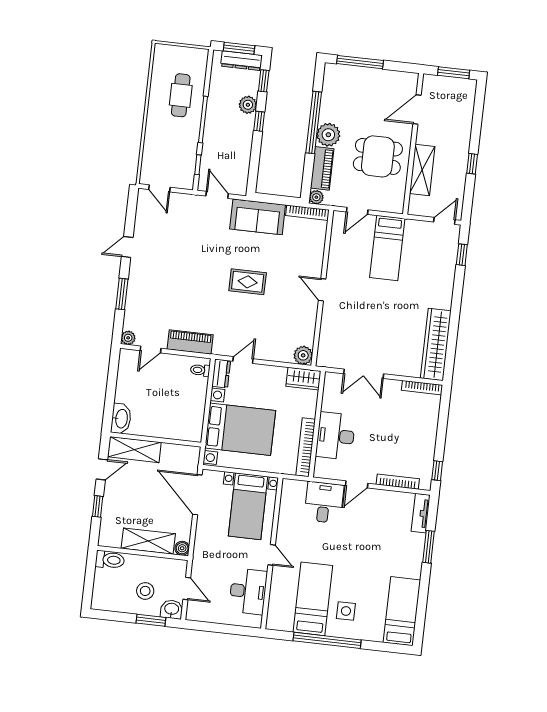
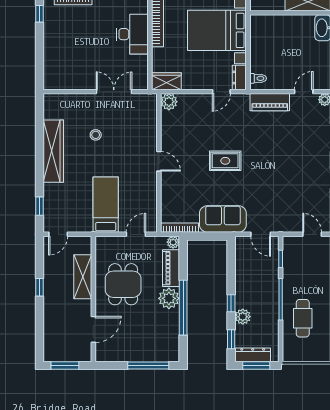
dining table: (378, 156) -> (123, 284), turned 90
stool: (390, 328) -> (96, 135), added
wardrobe: (436, 344) -> (53, 151), moved
bookcase: (422, 388) -> (61, 85), removed

